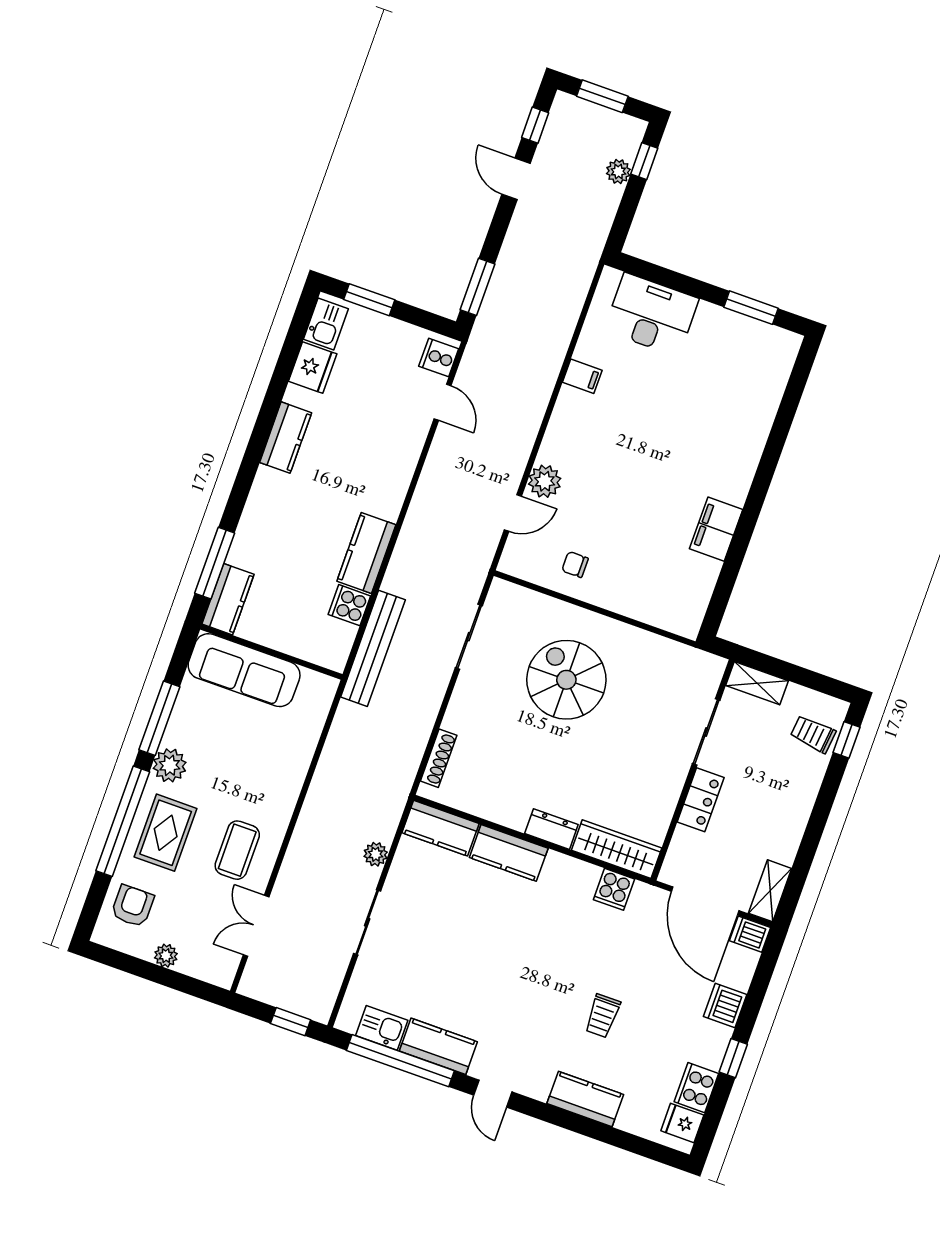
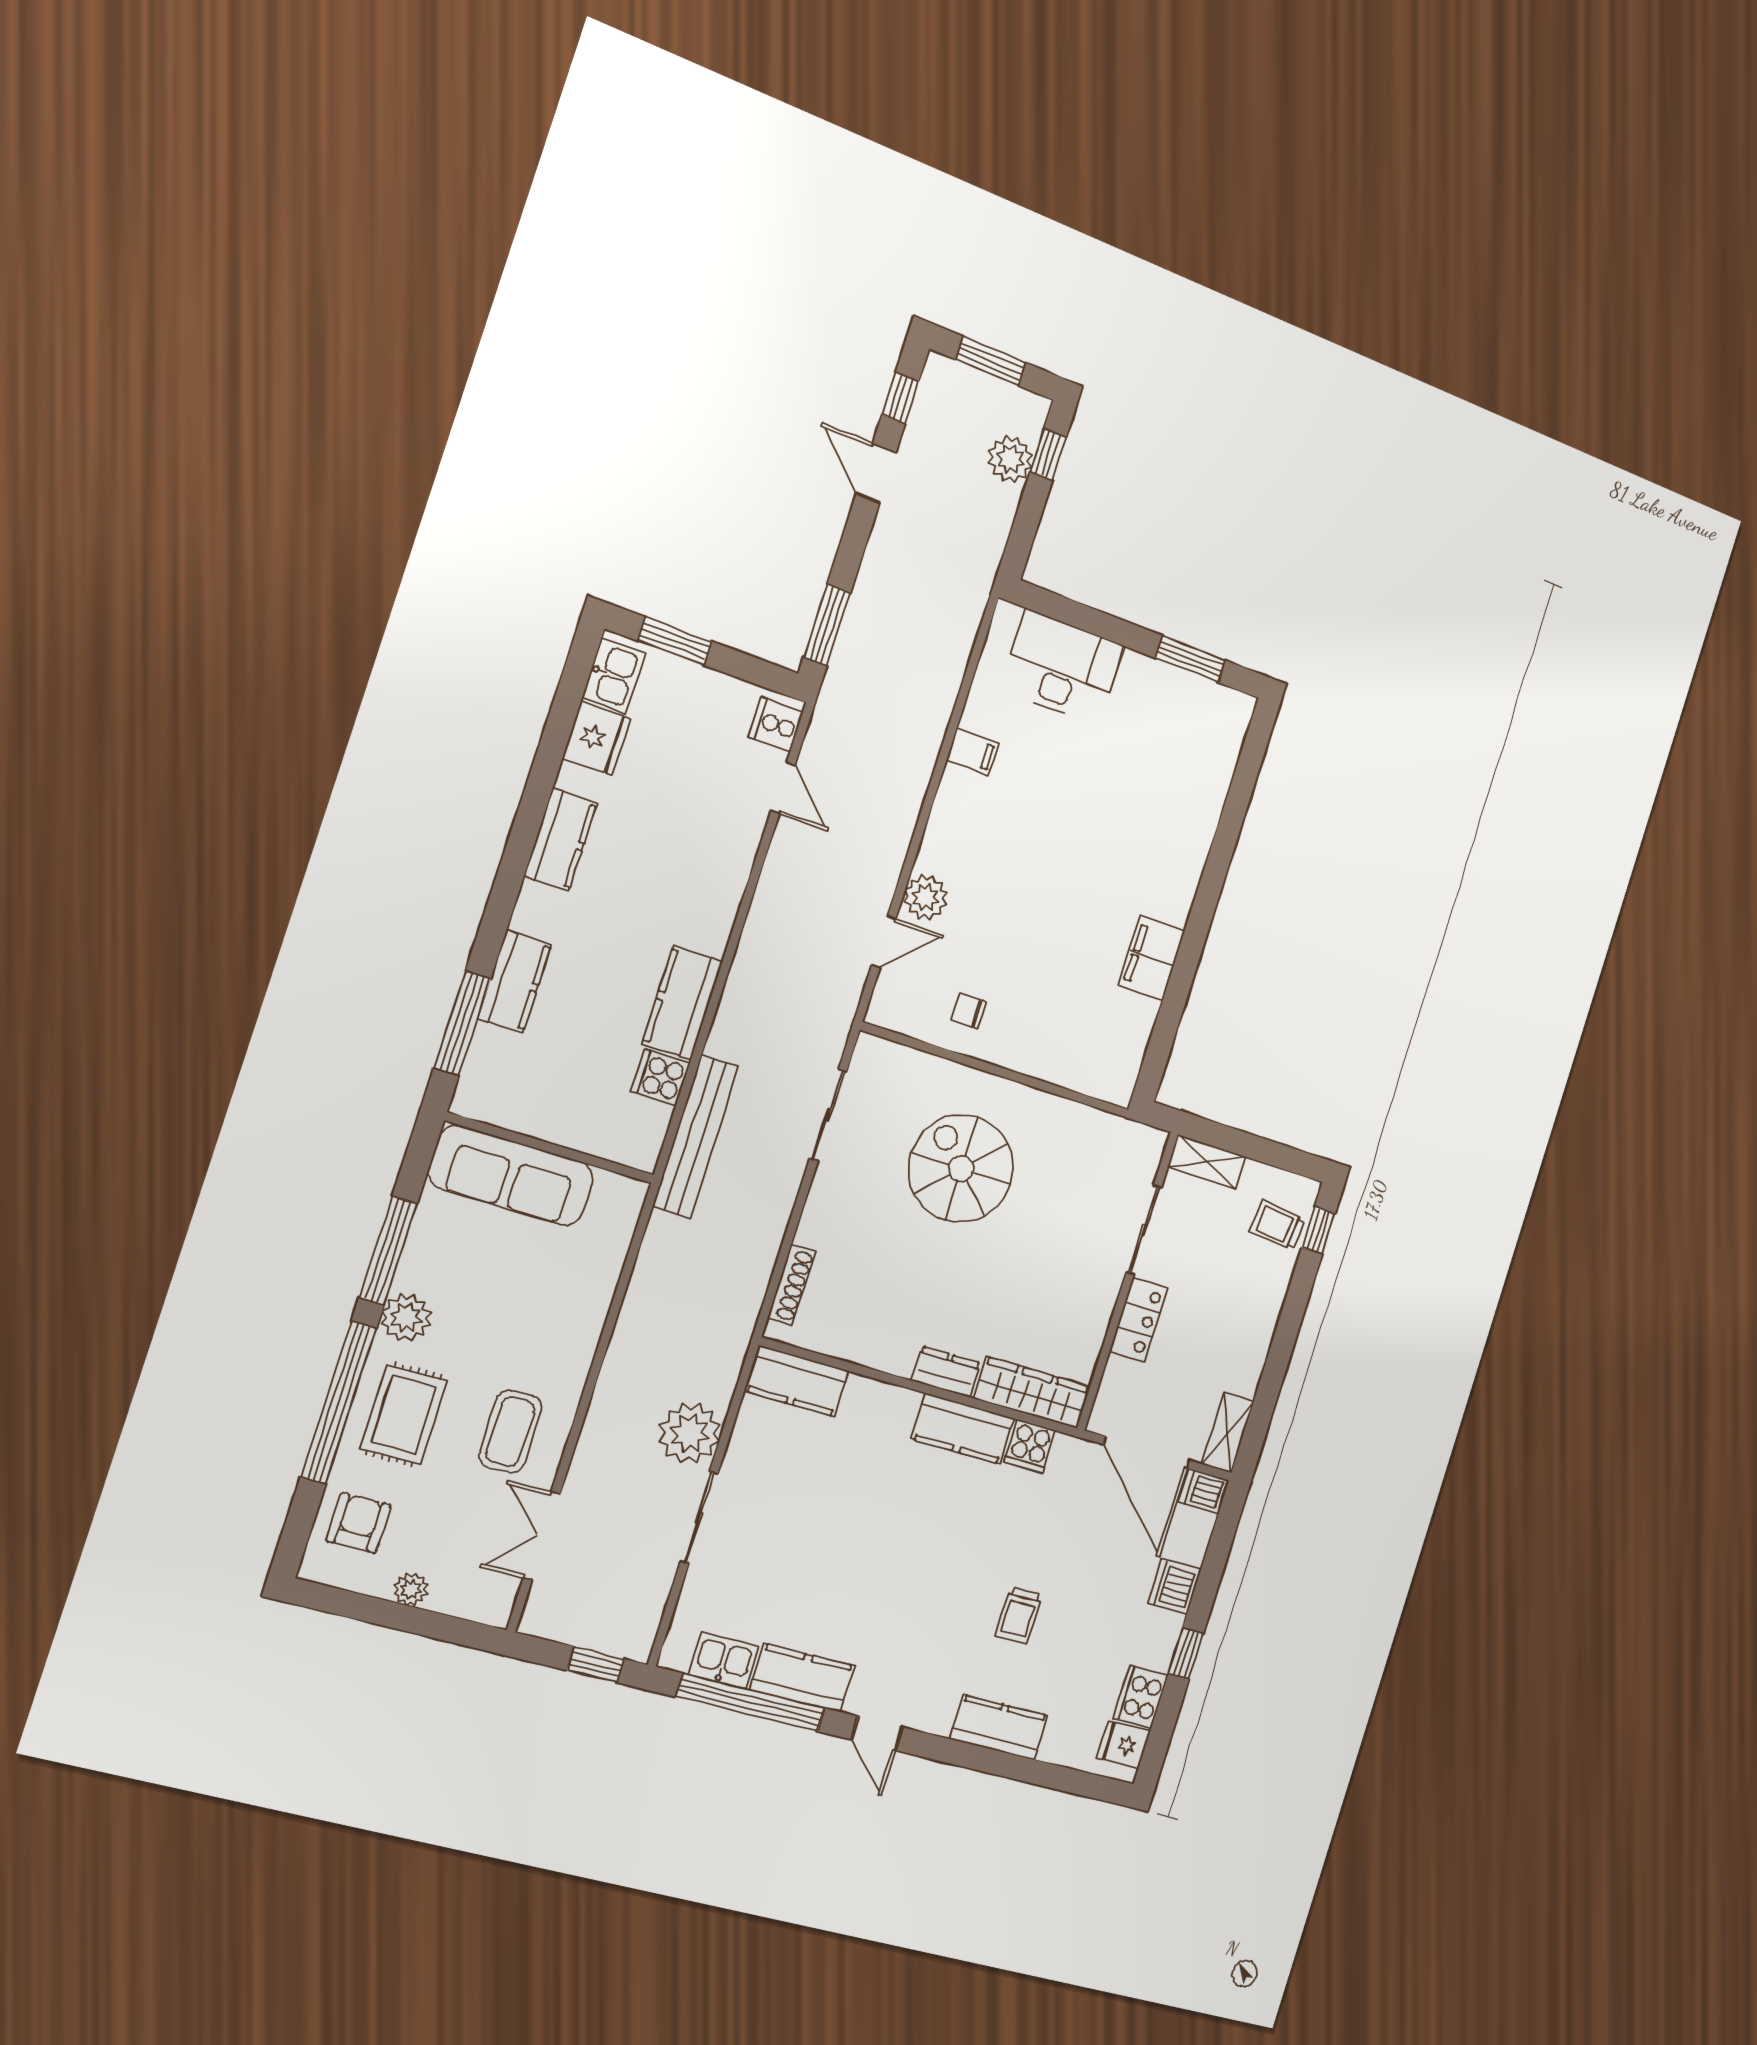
plant: (618, 172) -> (1010, 459), width x1.38, depth x1.38
kitchen counter: (228, 599) -> (515, 981), moved
kitchen counter: (509, 853) -> (963, 1429), moved
plant: (376, 854) -> (690, 1433), width x1.87, depth x1.87

